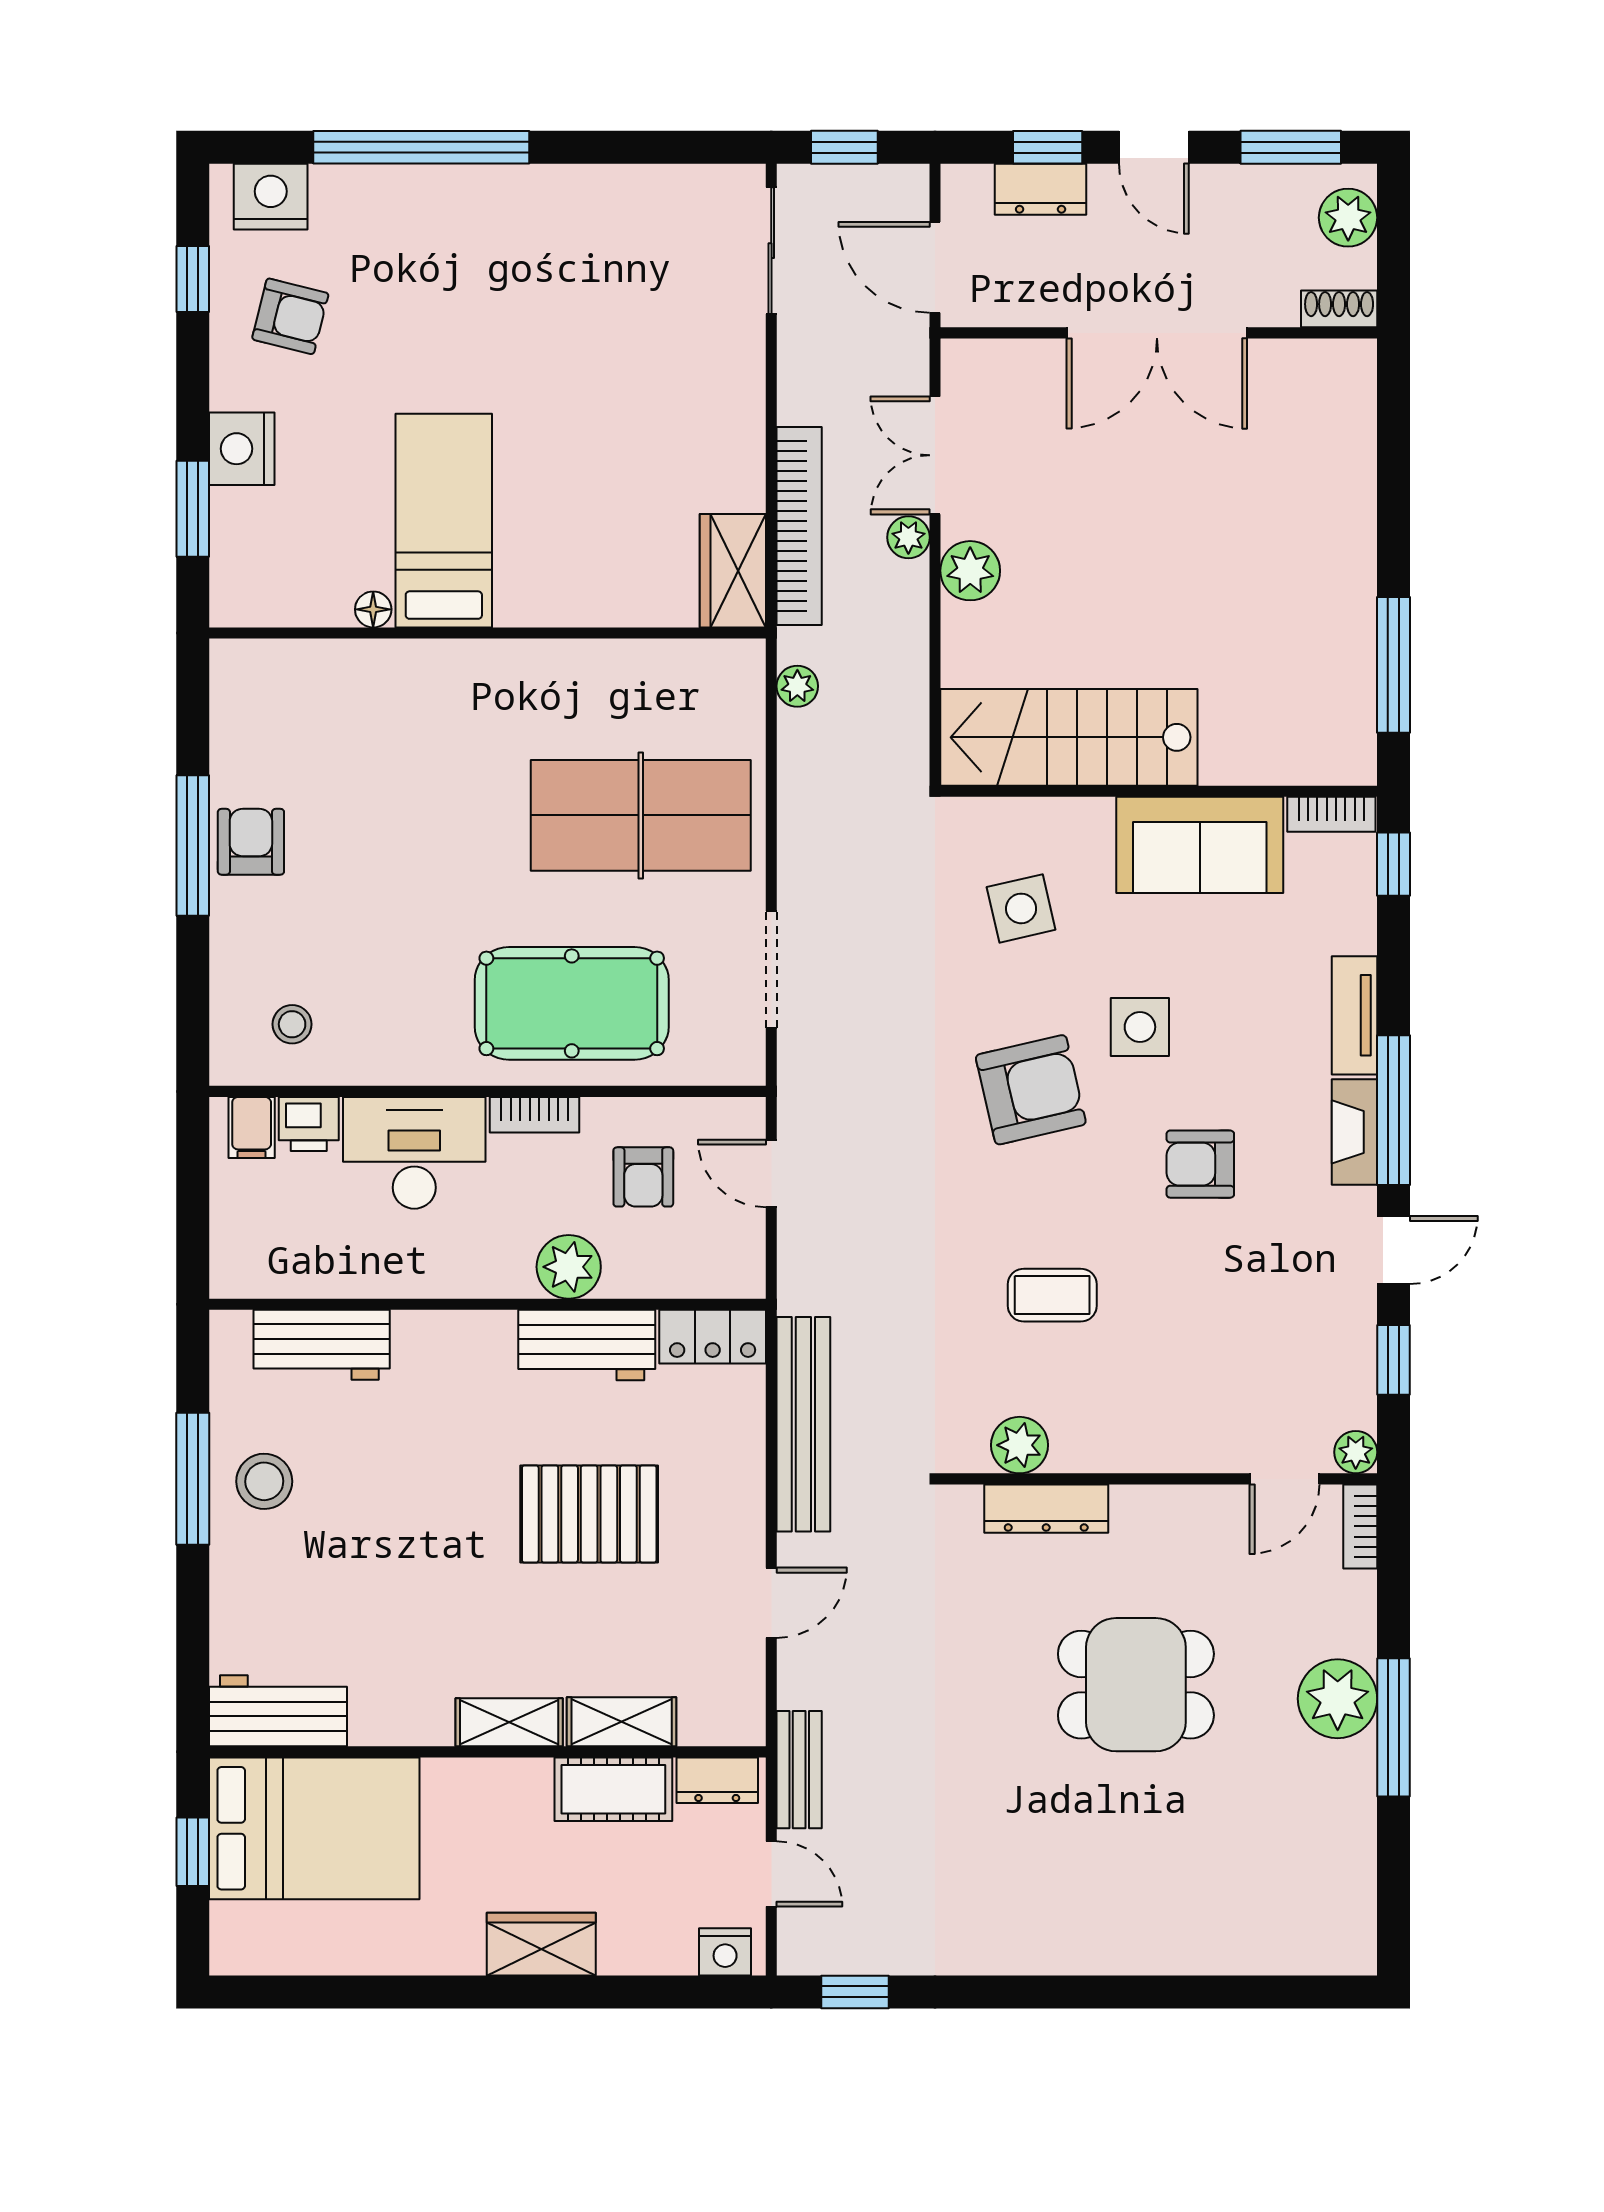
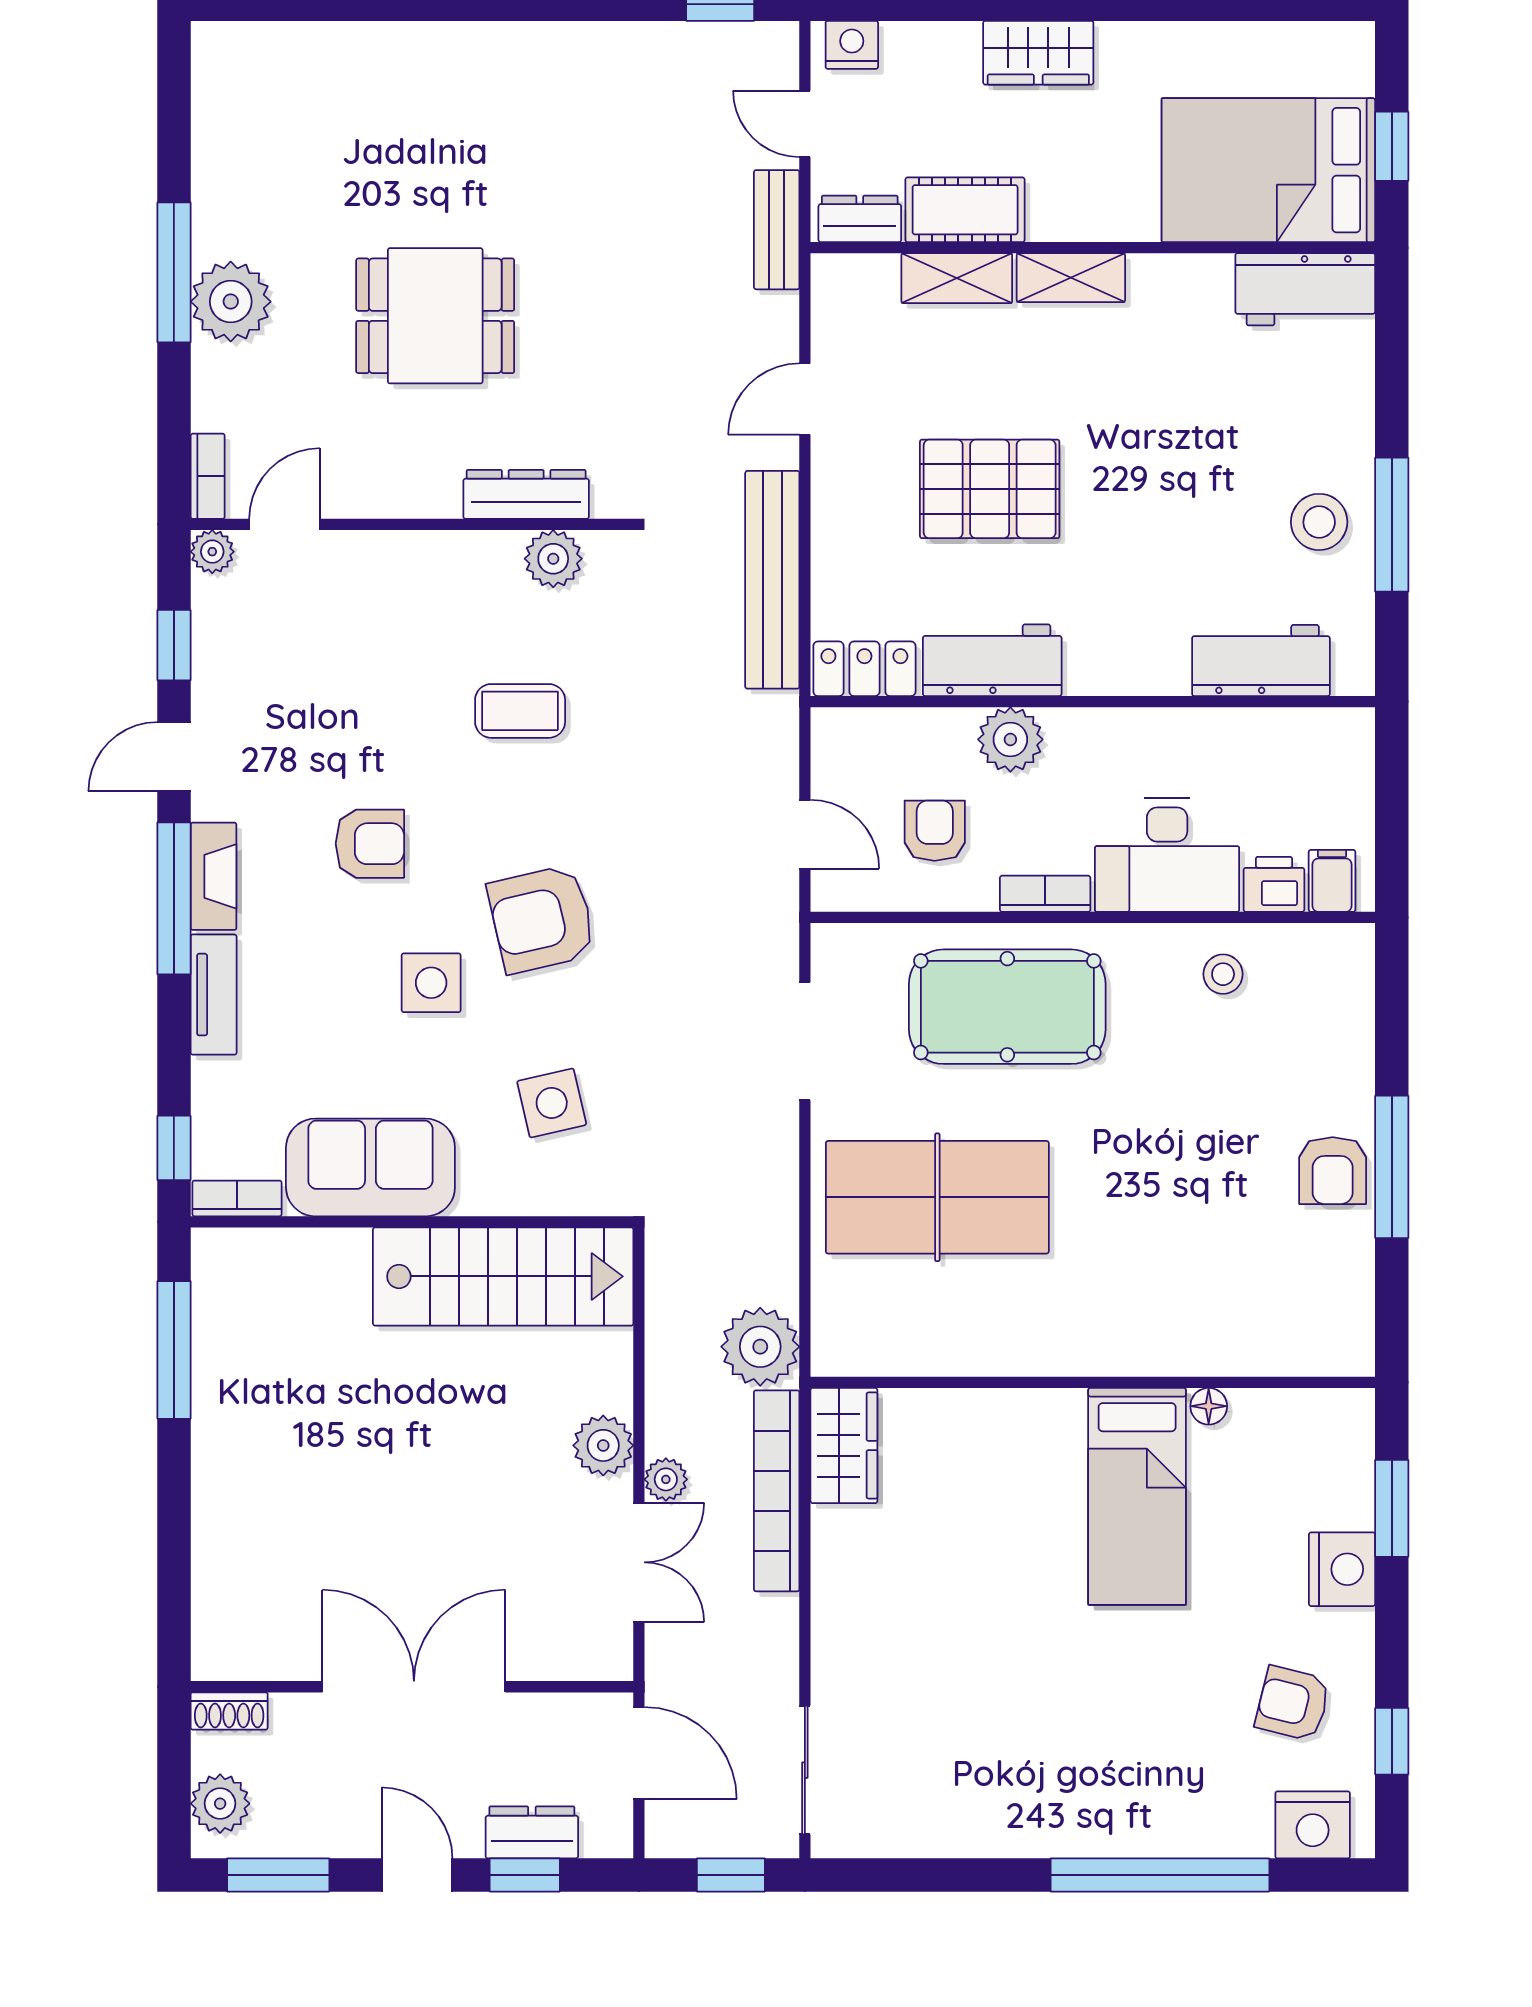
plant: (797, 686) -> (760, 1347), width x1.88, depth x1.88
stool: (292, 1024) -> (1223, 974), moved

